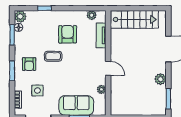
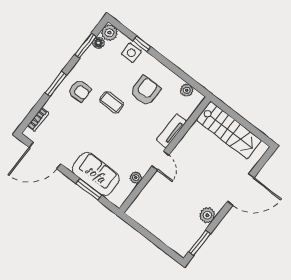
tv unit: (101, 35) -> (171, 131), moved
armchair: (29, 64) -> (79, 91), turned -90
side table: (37, 90) -> (131, 53), moved

